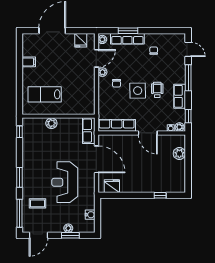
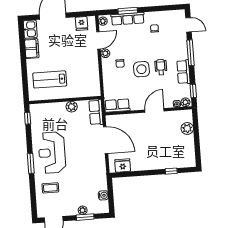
kitchen sink: (29, 42) -> (30, 29), added
filing cabinet: (29, 62) -> (32, 49), width x2.00
plant: (51, 123) -> (72, 107), moved
row of seats: (117, 125) -> (117, 106), width x0.68
door: (148, 133) -> (154, 110), swing flipped
reception desk: (65, 182) -> (52, 153), moved
window: (20, 213) -> (33, 199), removed

